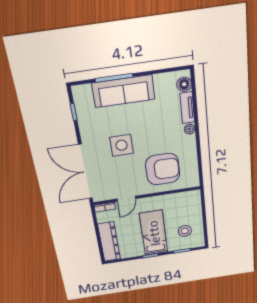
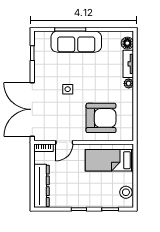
side table: (122, 145) -> (68, 89), width x0.54, depth x0.54
stool: (185, 231) -> (126, 192), moved
bed: (154, 233) -> (109, 160), moved, turned -90

